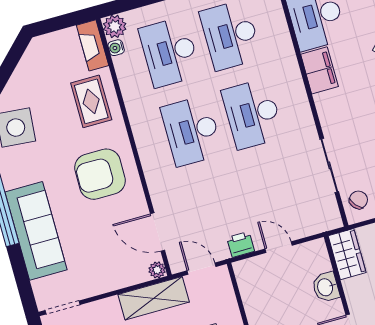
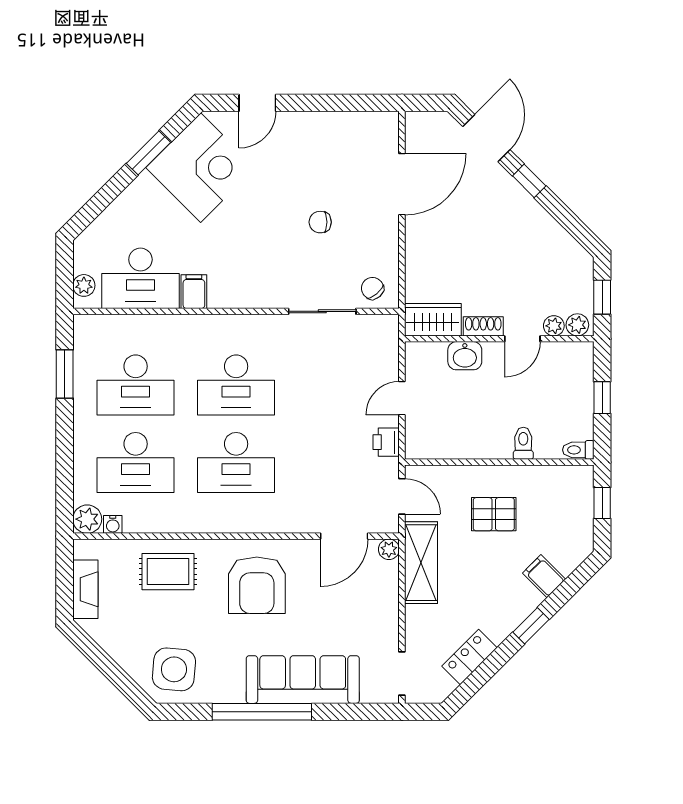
fireplace: (93, 45) -> (85, 589), moved, turned -90
filing cabinet: (319, 70) -> (194, 292), width x0.50
door: (201, 269) -> (402, 496), swing flipped
shoe rack: (353, 295) -> (483, 326), added

